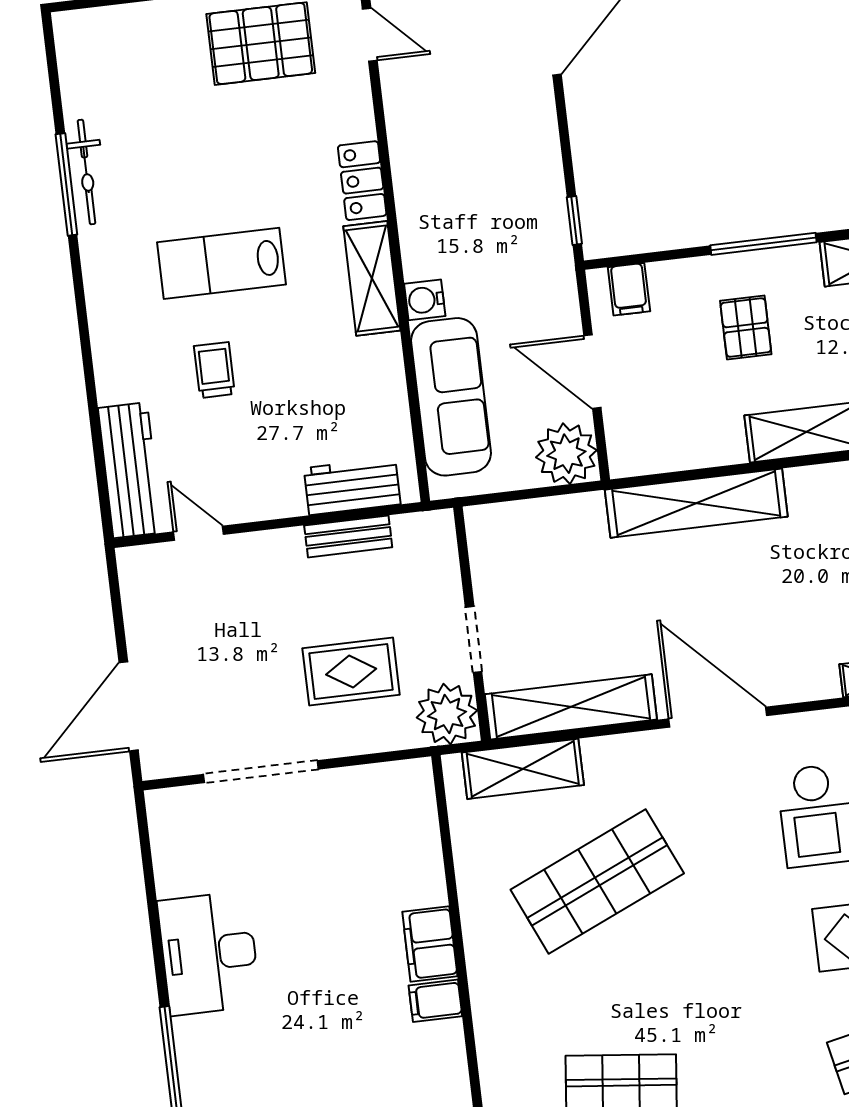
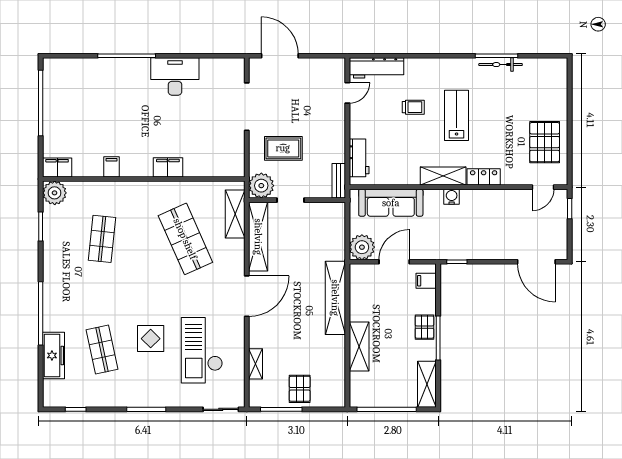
water cooler: (425, 300) -> (452, 197), moved
pallet: (746, 328) -> (424, 327), moved, turned 90
bench: (348, 536) -> (339, 181), moved
rug: (351, 672) -> (283, 148), turned 90
filing cabinet: (435, 1001) -> (112, 167), moved

